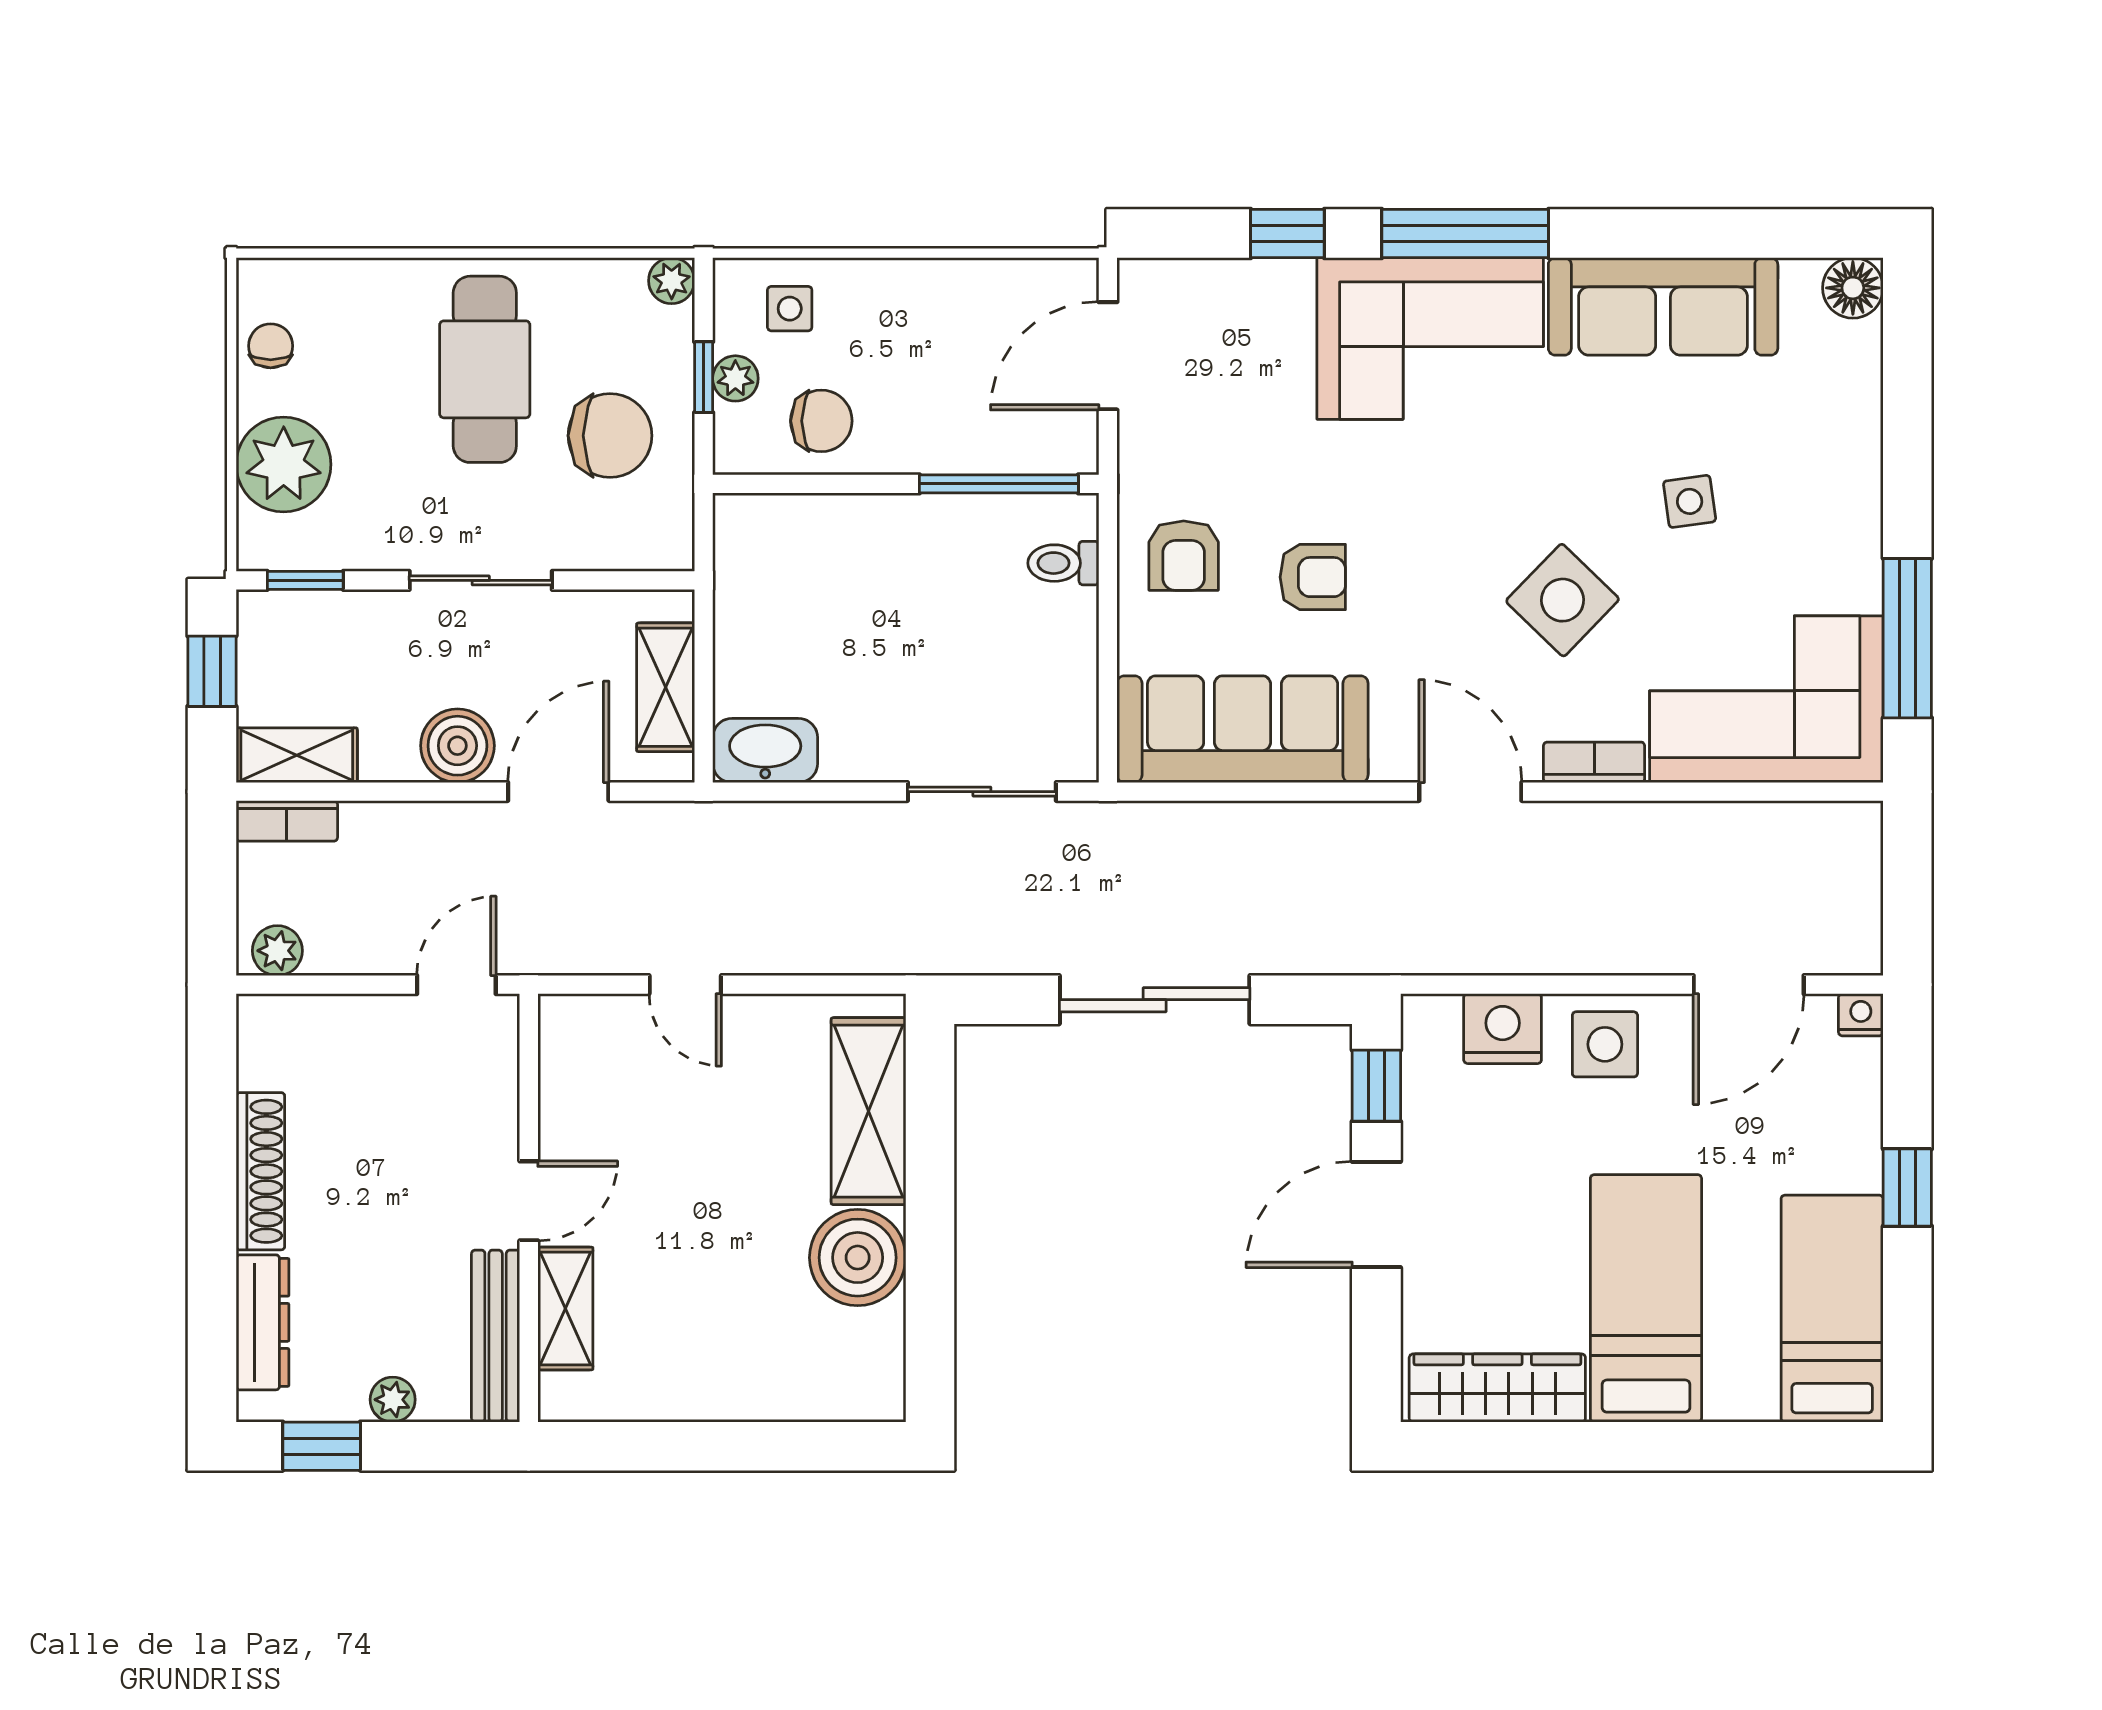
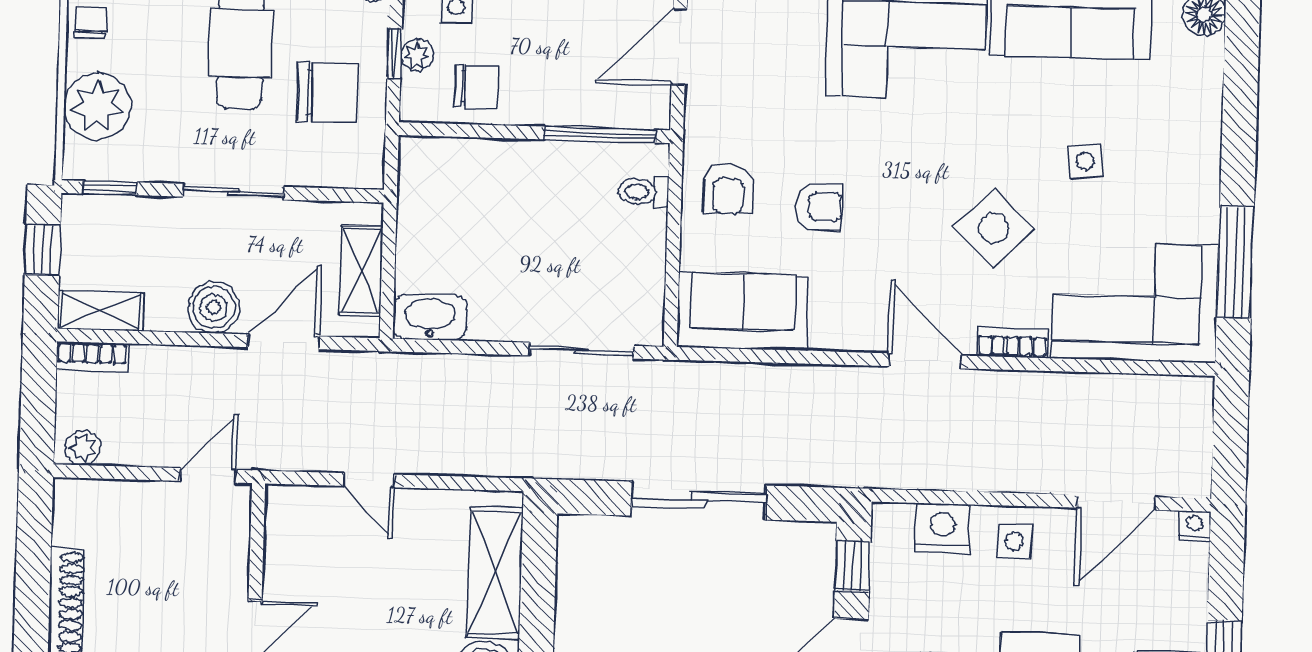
sofa: (1243, 729) -> (743, 311), width x0.73
side table: (1605, 1044) -> (1014, 541), width x0.73, depth x0.73

